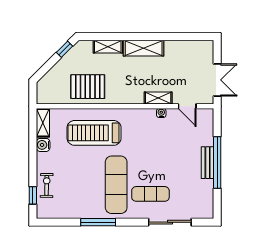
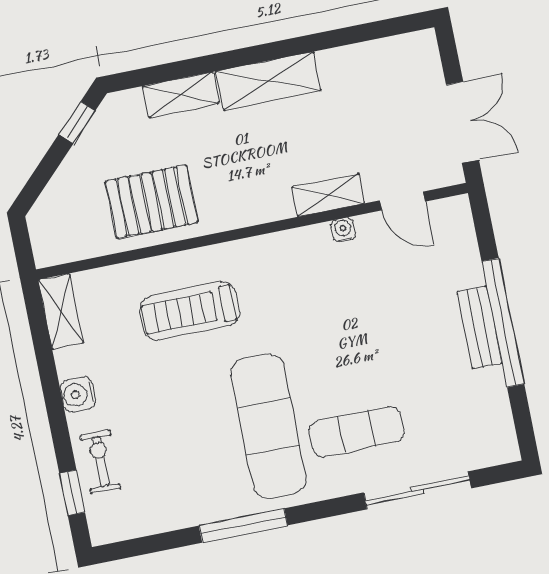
treadmill: (94, 133) -> (190, 311), width x0.73, depth x0.73
water cooler: (43, 145) -> (78, 394), moved

